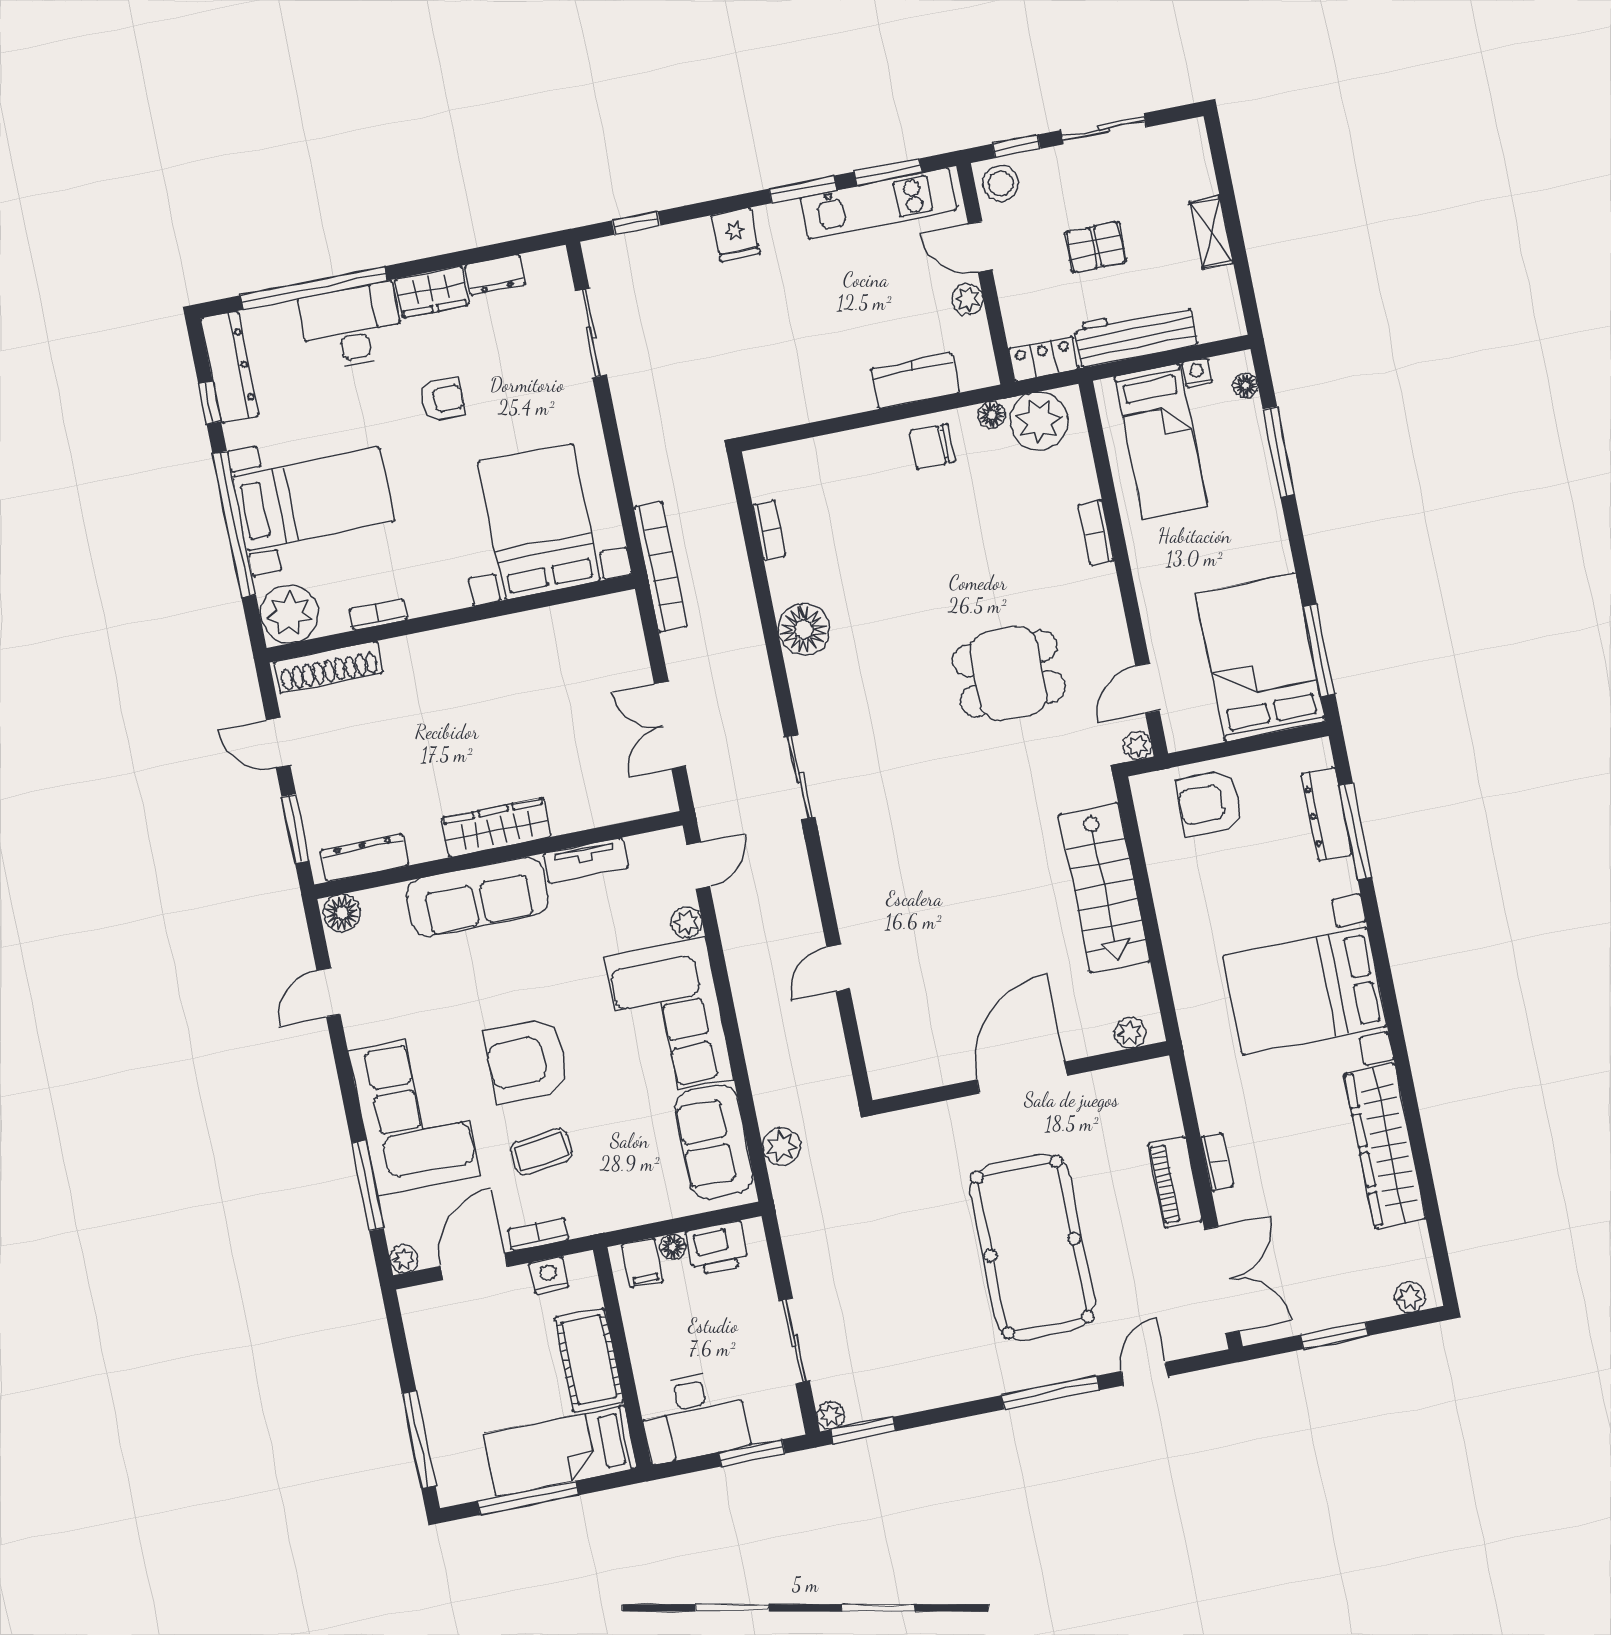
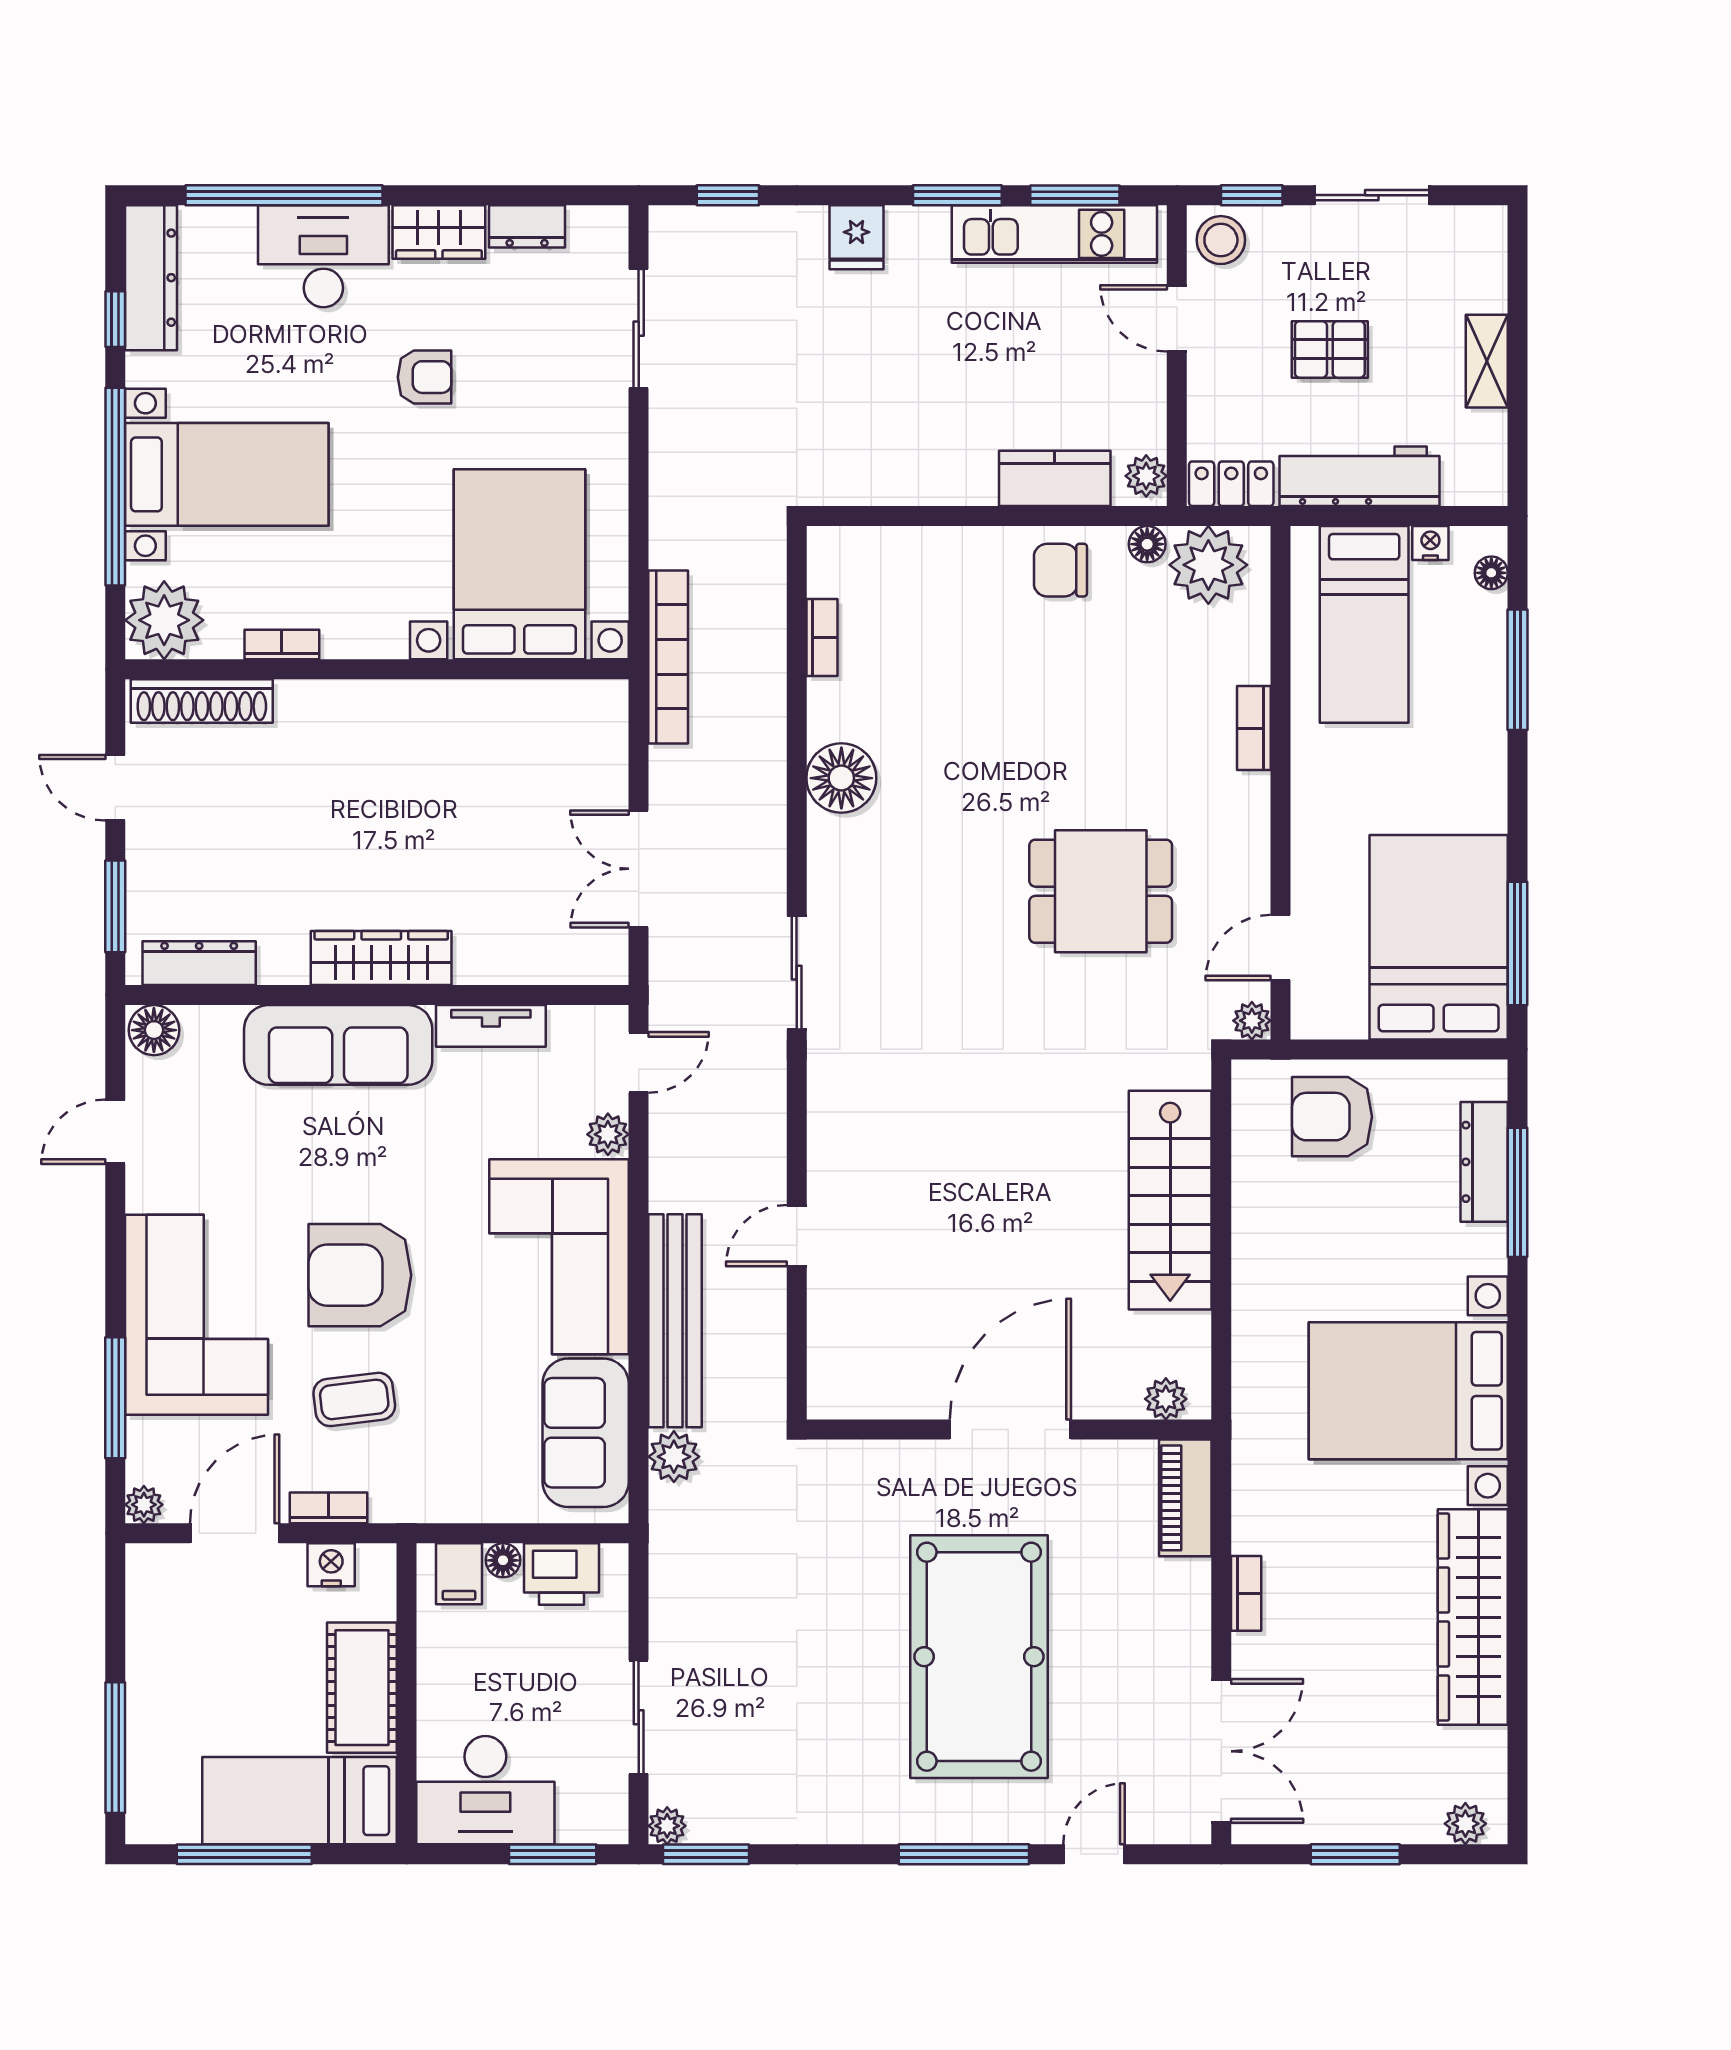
plant: (967, 299) -> (1146, 476), moved
bench: (763, 1048) -> (675, 1321), added
piano: (1175, 1182) -> (1185, 1498), moved

